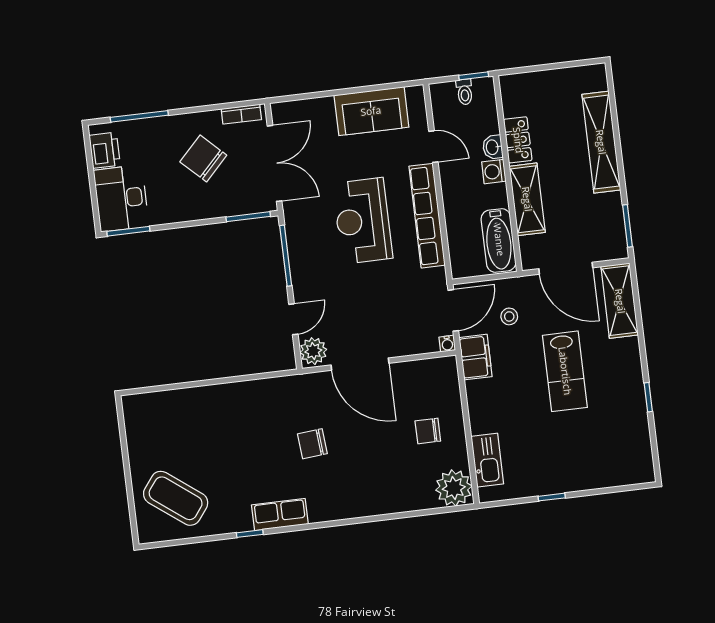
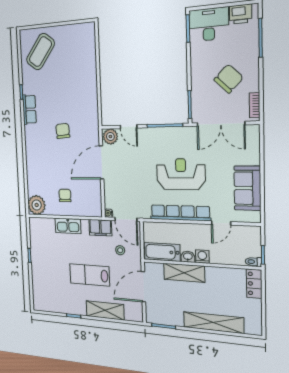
toilet: (465, 92) -> (253, 262), moved
locker: (518, 140) -> (254, 284), moved, turned 90
washbasin: (493, 147) -> (188, 257), moved
shelving: (620, 301) -> (105, 310), moved
kitchen sink: (487, 460) -> (68, 226), moved

